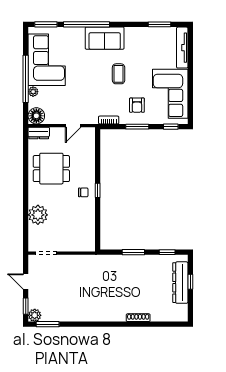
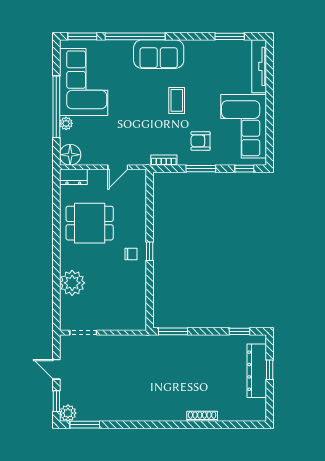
armchair: (137, 105) -> (201, 141), turned 90
window: (133, 252) -> (173, 331), moved

